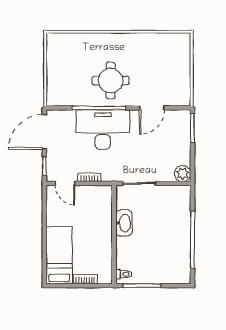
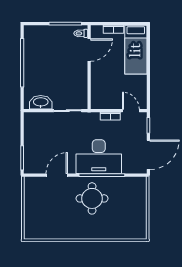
plant: (183, 174) -> (31, 119), removed
washbasin: (124, 223) -> (41, 102), moved, turned 90
door: (114, 255) -> (89, 50), added

